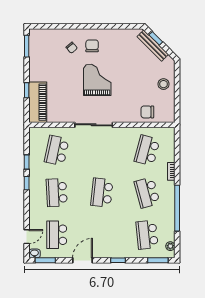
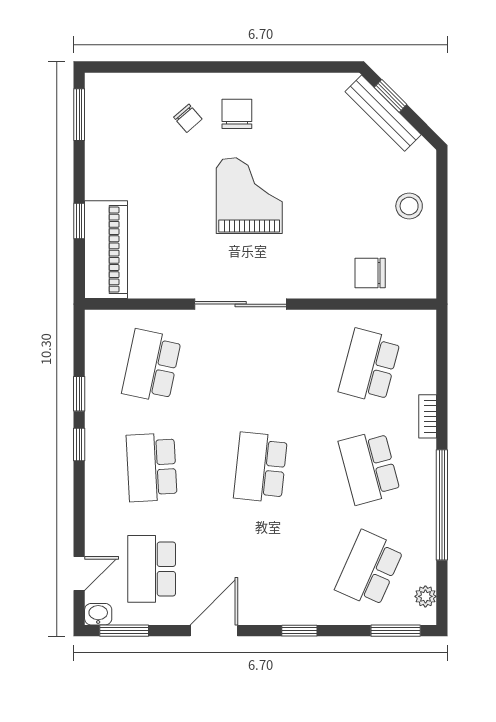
school desk: (147, 235) -> (369, 569), turned 30

